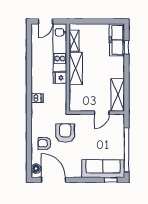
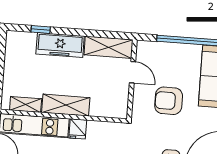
freezer: (117, 40) -> (60, 45), moved
armchair: (65, 133) -> (169, 101), moved

